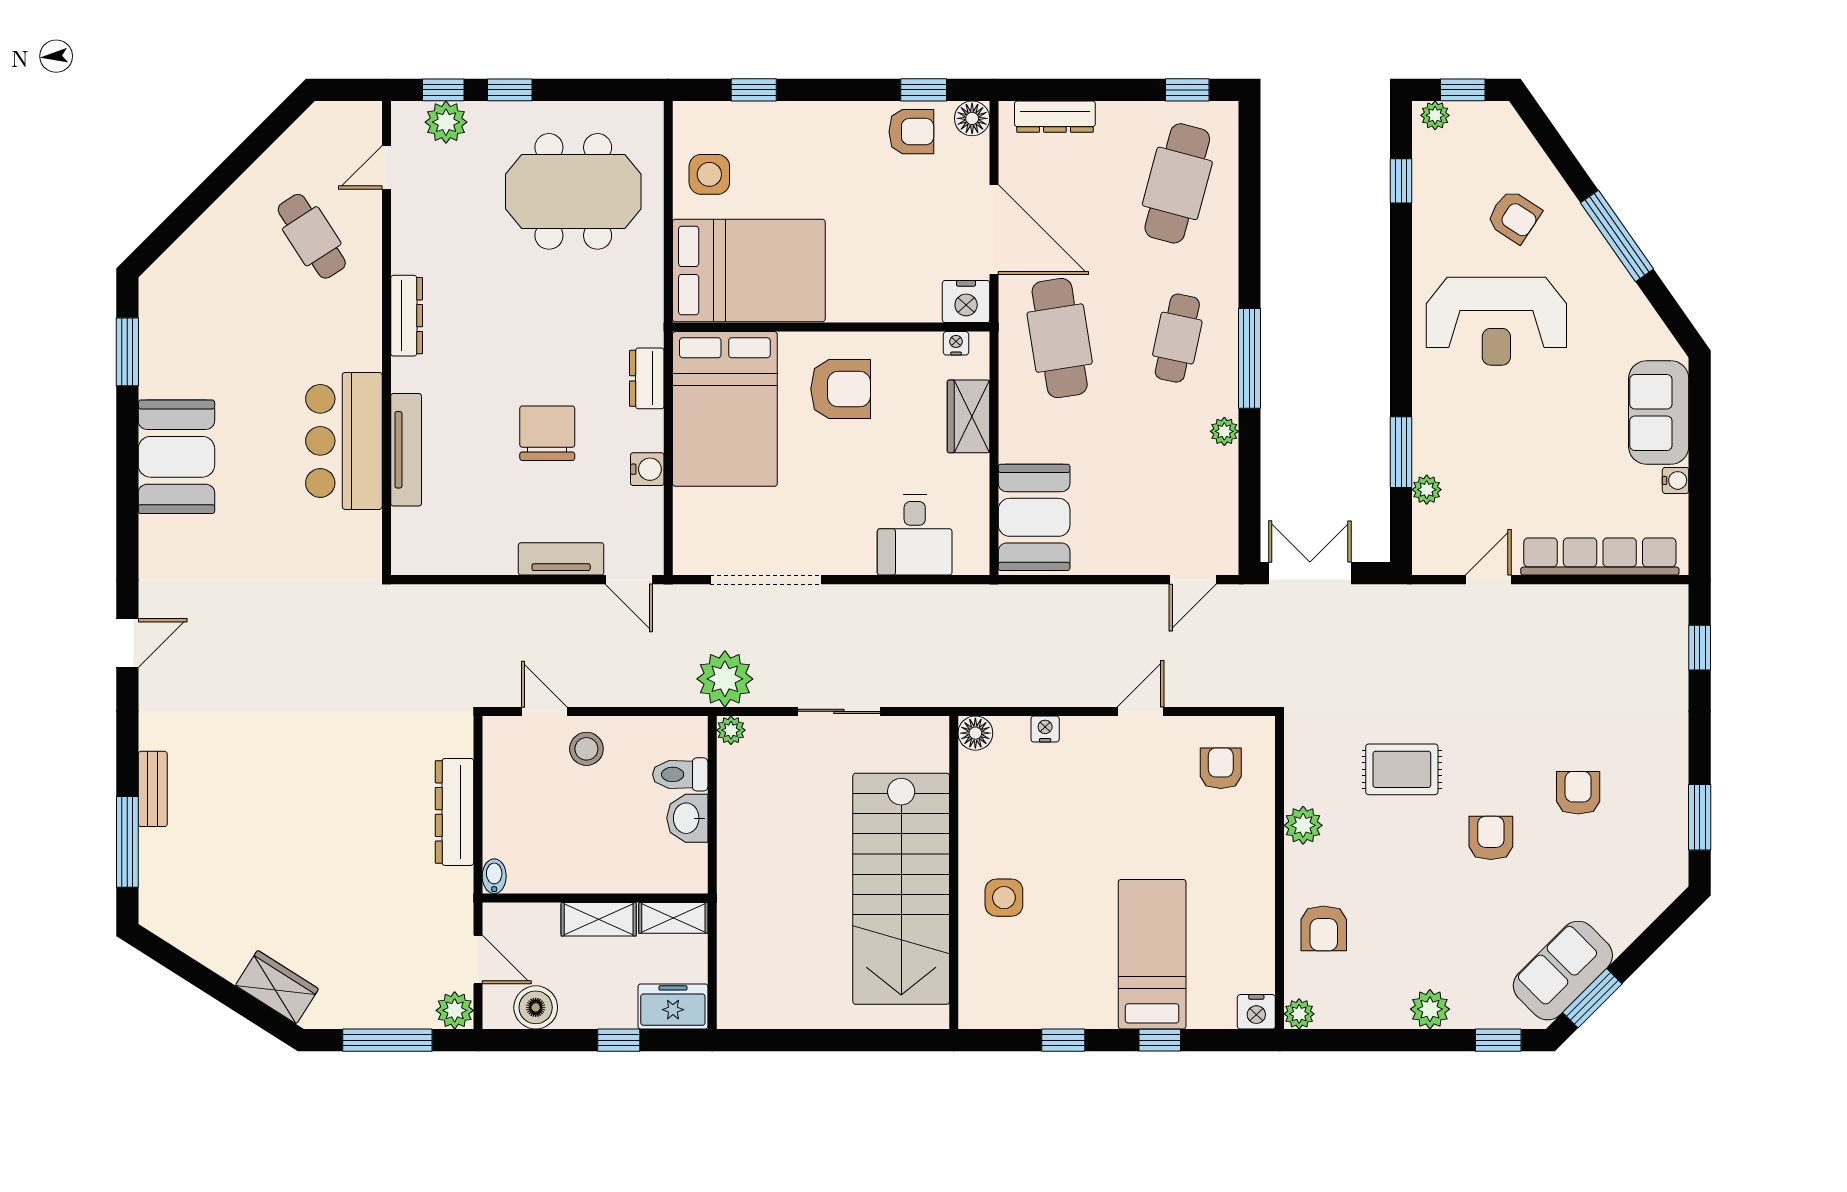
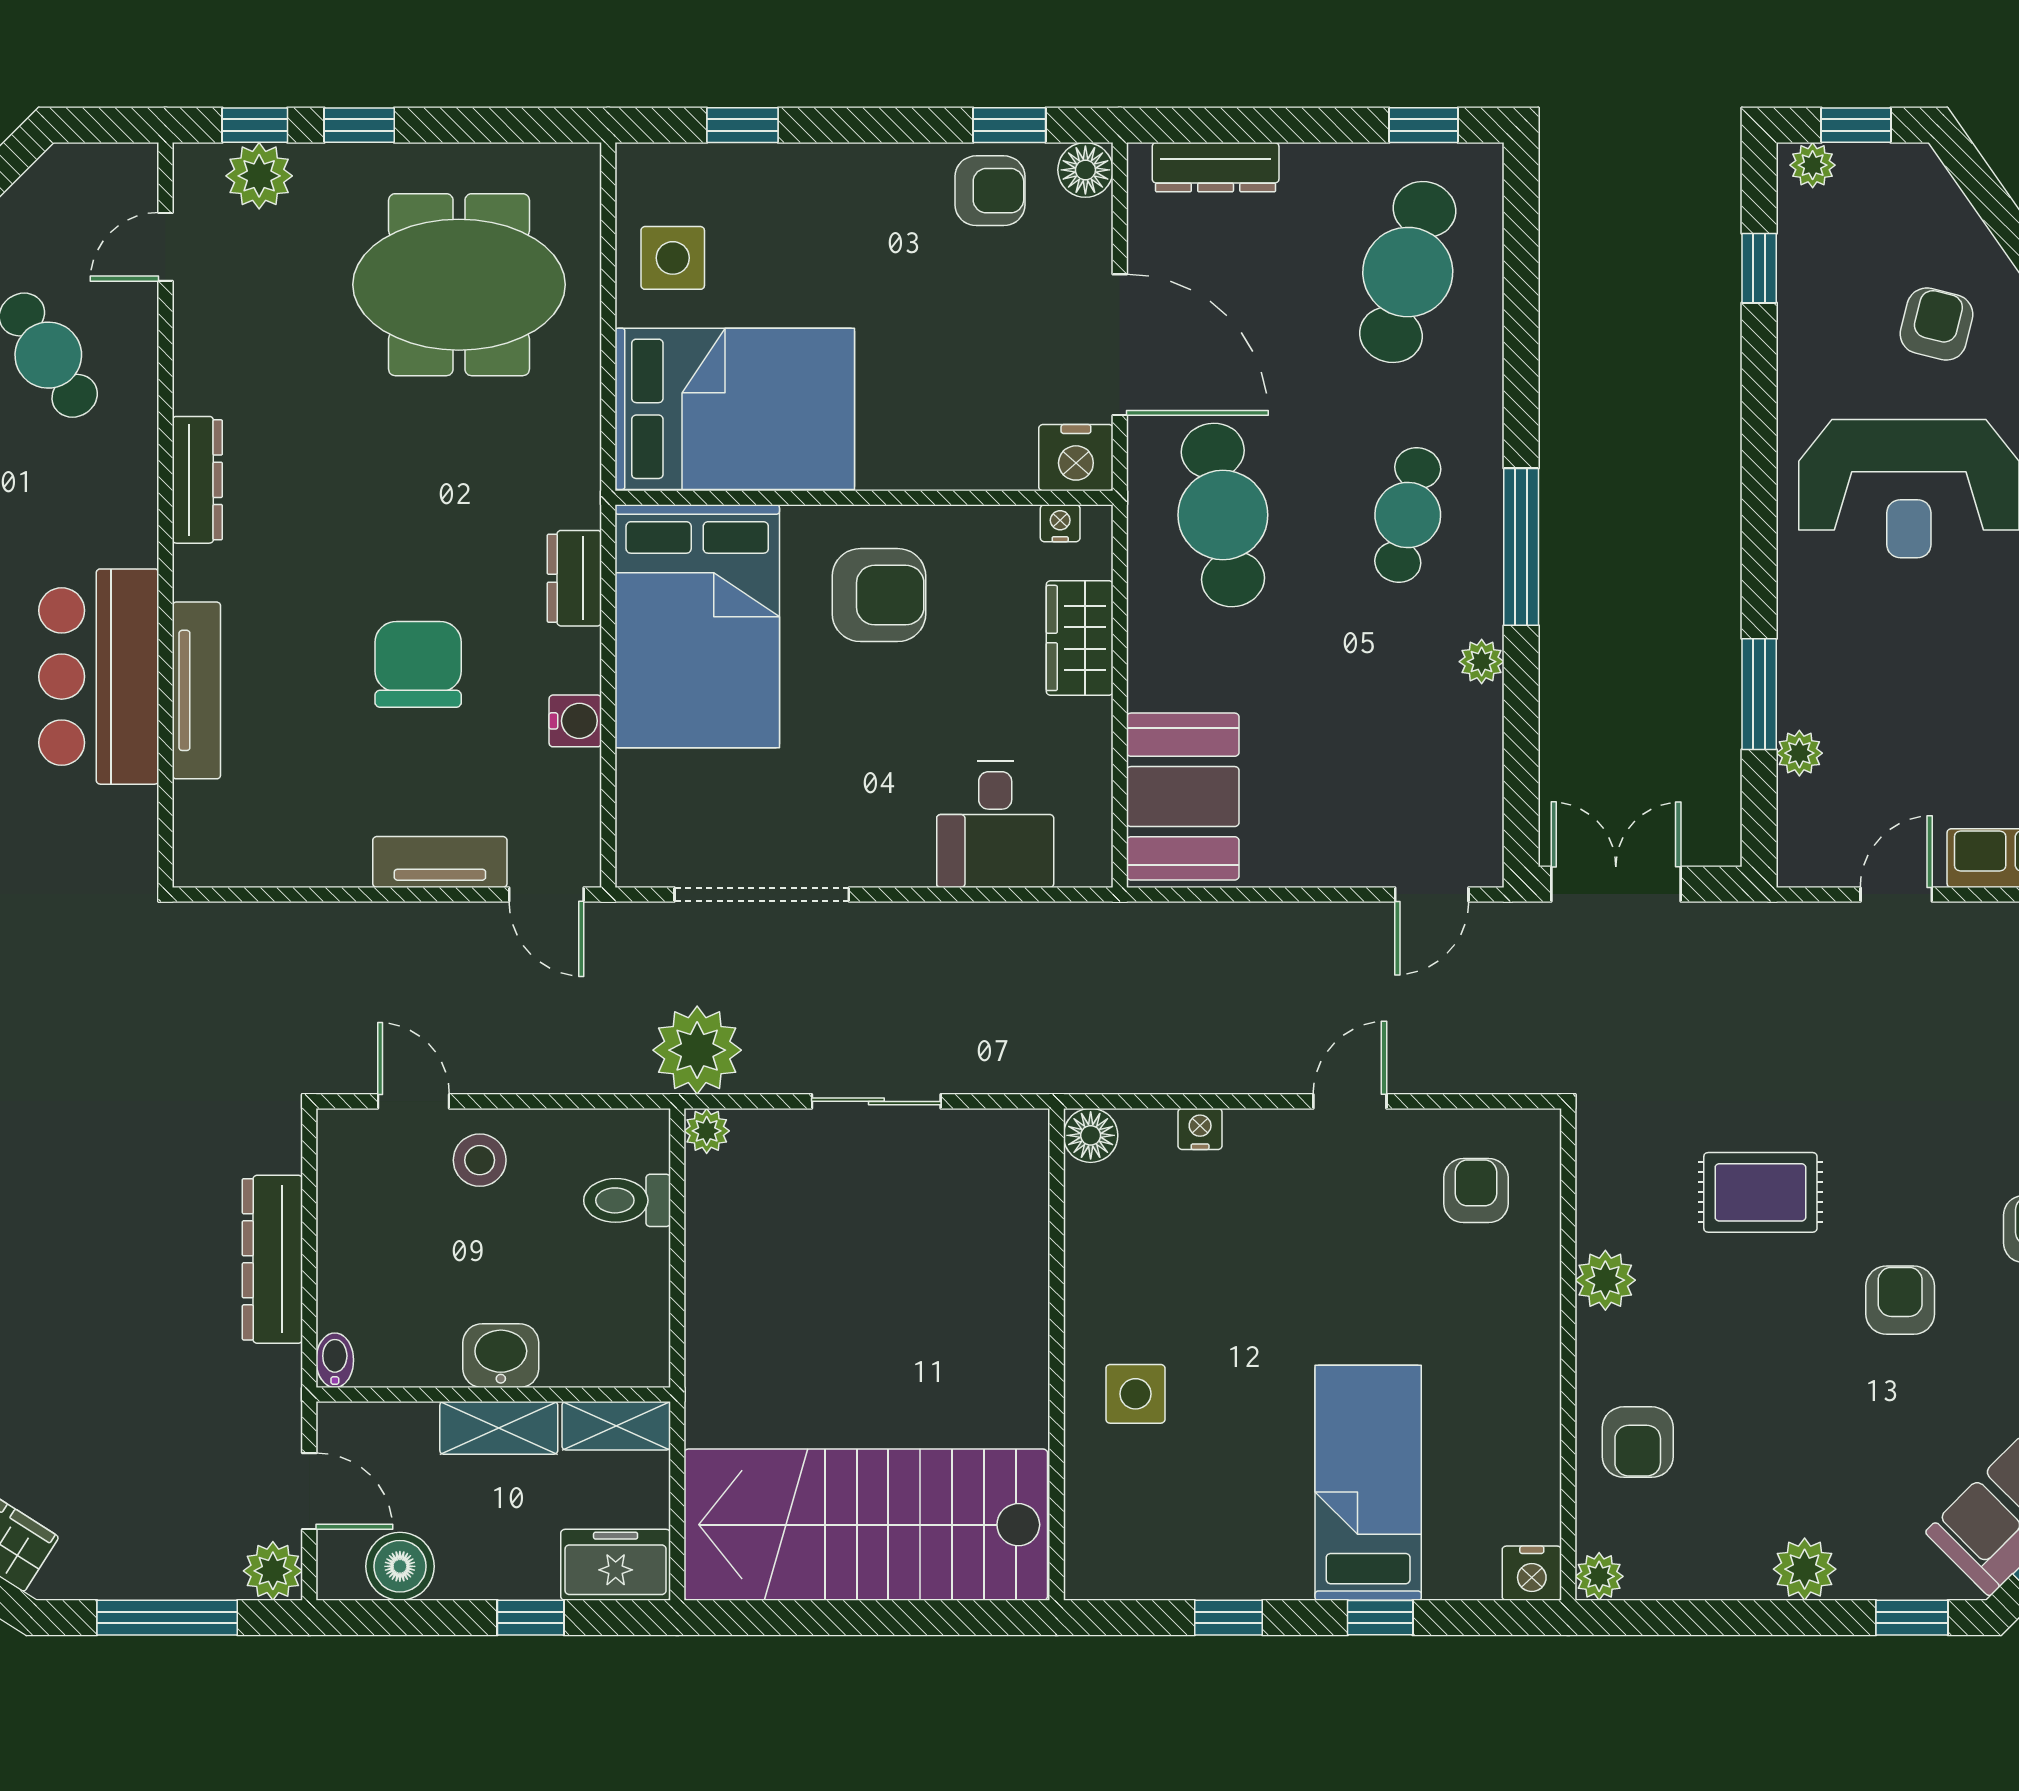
armchair: (1514, 217) -> (1936, 324), turned -109
washbasin: (687, 818) -> (501, 1356), moved, turned 90
stairs: (901, 889) -> (866, 1525), moved, turned 90

